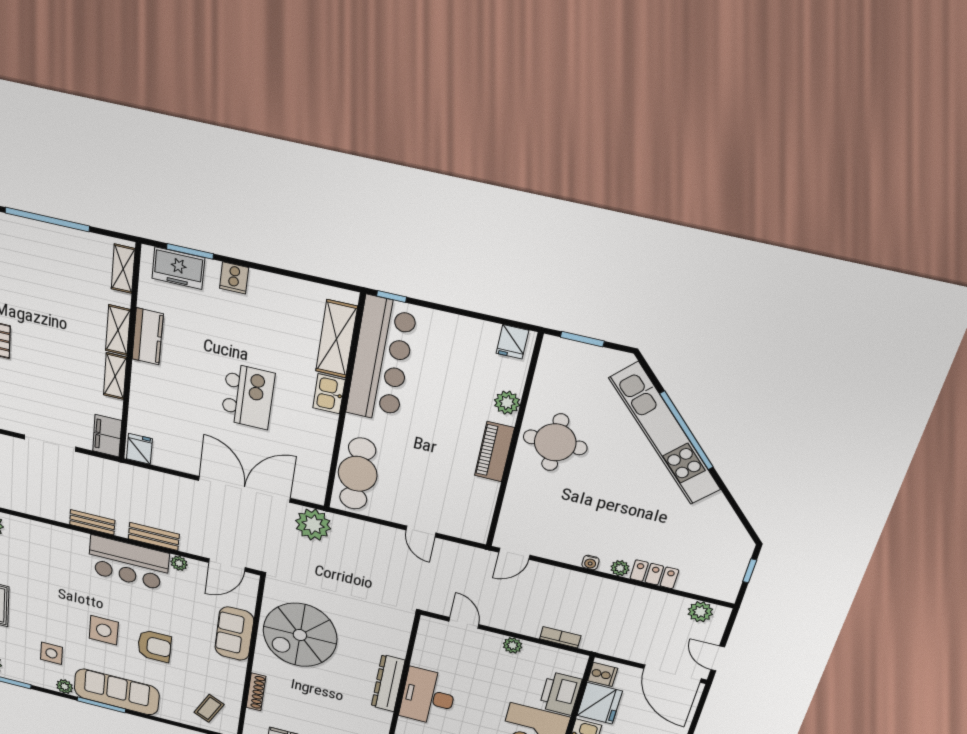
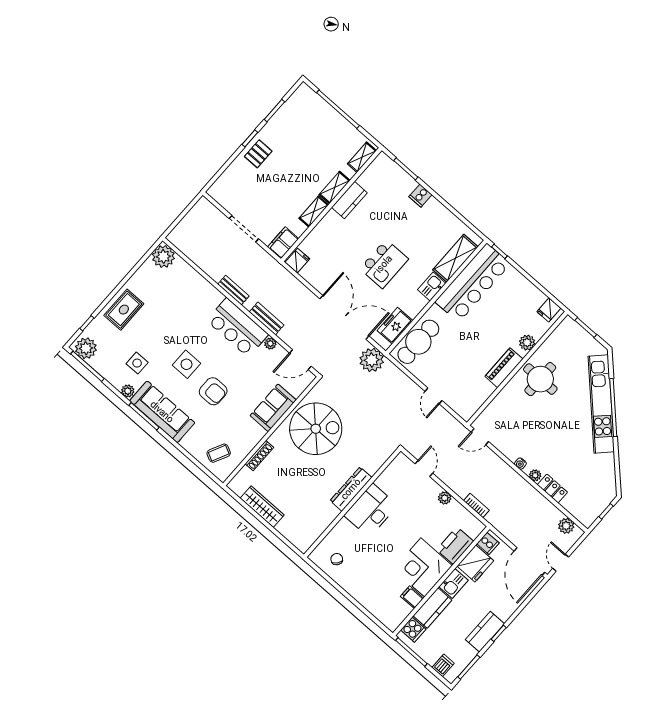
freezer: (178, 268) -> (395, 326), moved, turned 90
spiral stairs: (300, 635) -> (316, 429), turned 180

